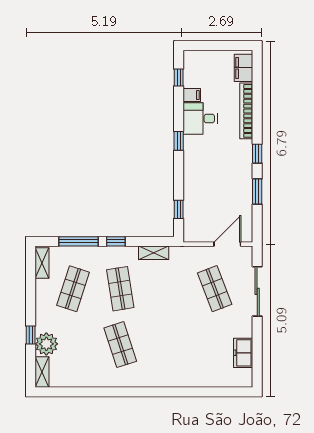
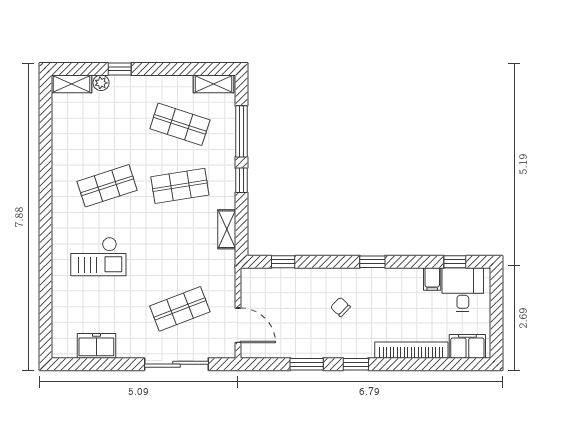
desk: (200, 119) -> (463, 290), moved
chair: (213, 165) -> (340, 307), added
plant: (46, 344) -> (101, 83), width x0.53, depth x0.53
checkout: (175, 351) -> (98, 257), added

